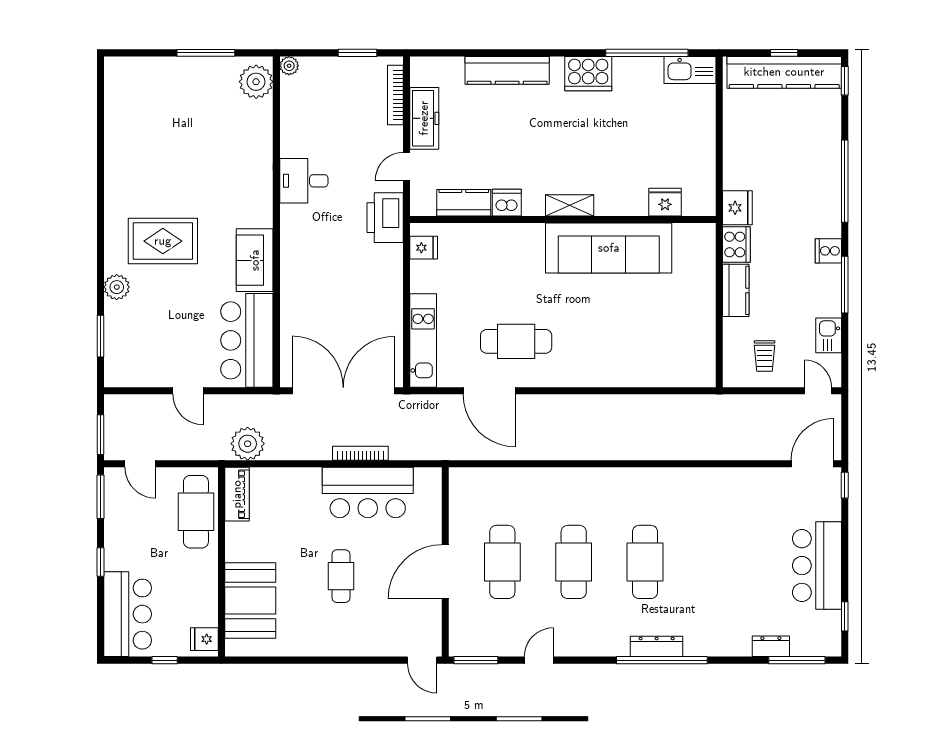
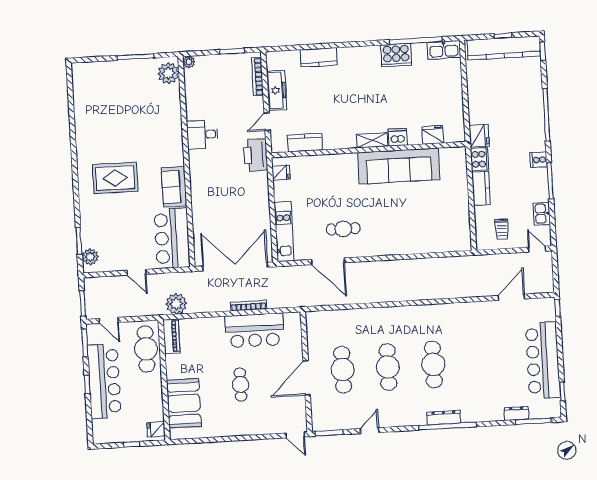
kitchen counter: (507, 70) -> (319, 57), width x0.67
cooker: (588, 74) -> (396, 55), moved
dishwasher: (507, 203) -> (398, 137), moved
plant: (117, 287) -> (90, 257), moved
cafe table: (516, 341) -> (343, 229), width x0.73, depth x0.74
door: (812, 464) -> (511, 297), moved
bar counter: (817, 566) -> (543, 360), width x1.36
bar counter: (128, 614) -> (104, 381), moved, width x1.36

